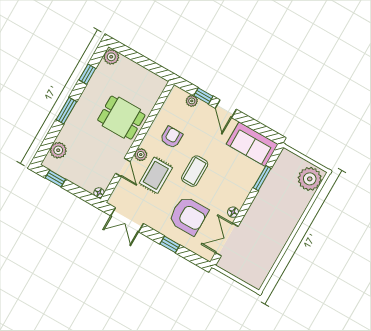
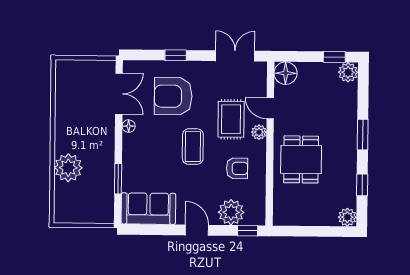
window: (203, 96) -> (248, 231), moved
plant: (192, 101) -> (231, 212), width x1.88, depth x1.88
dining table: (121, 118) -> (301, 159), turned 90
armchair: (171, 137) -> (237, 168), turned -90
plant: (58, 150) -> (348, 72), moved
plant: (310, 179) -> (68, 168), moved
floor lamp: (99, 193) -> (286, 73), width x1.89, depth x1.89

